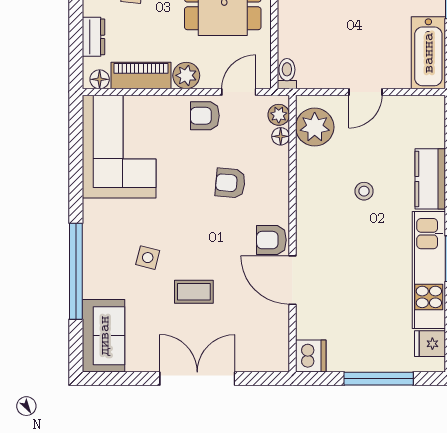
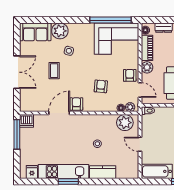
window: (76, 271) -> (111, 20), moved
plant: (101, 278) -> (60, 31), added
window: (379, 379) -> (17, 134), moved

